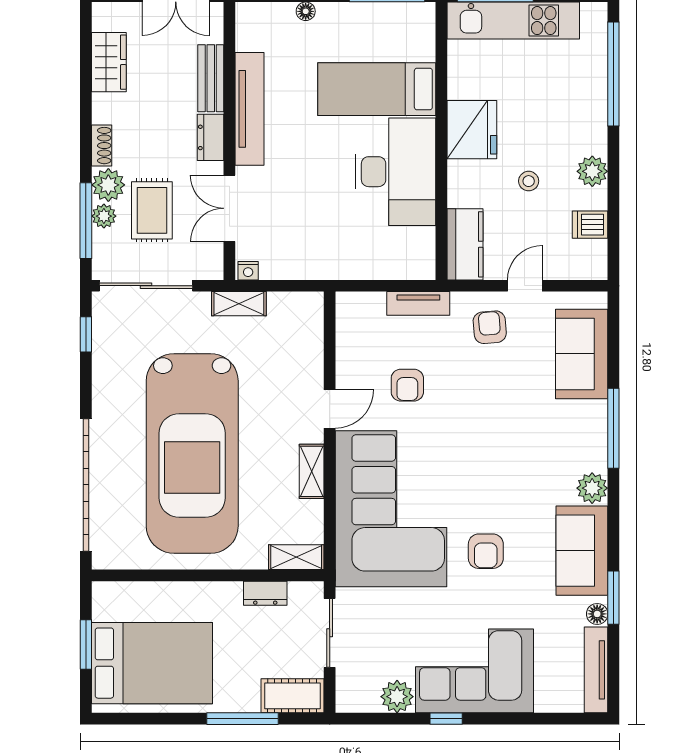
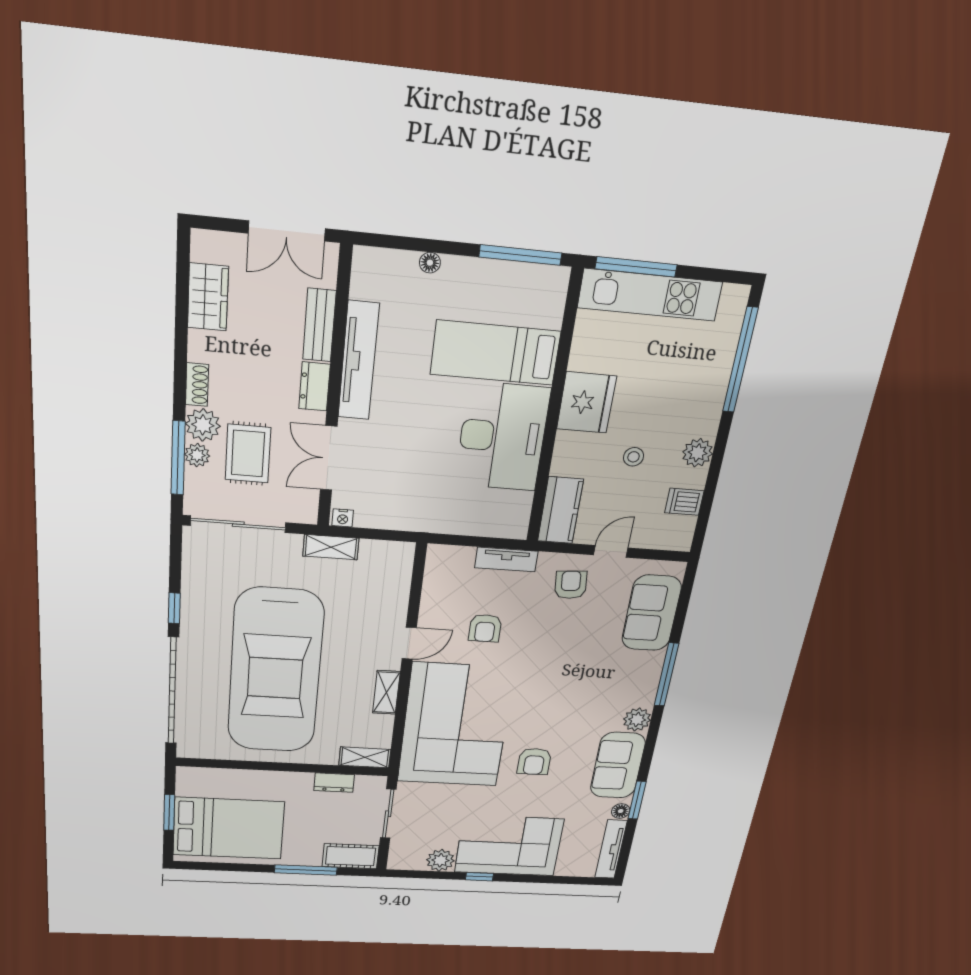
window: (86, 334) -> (174, 608), moved

